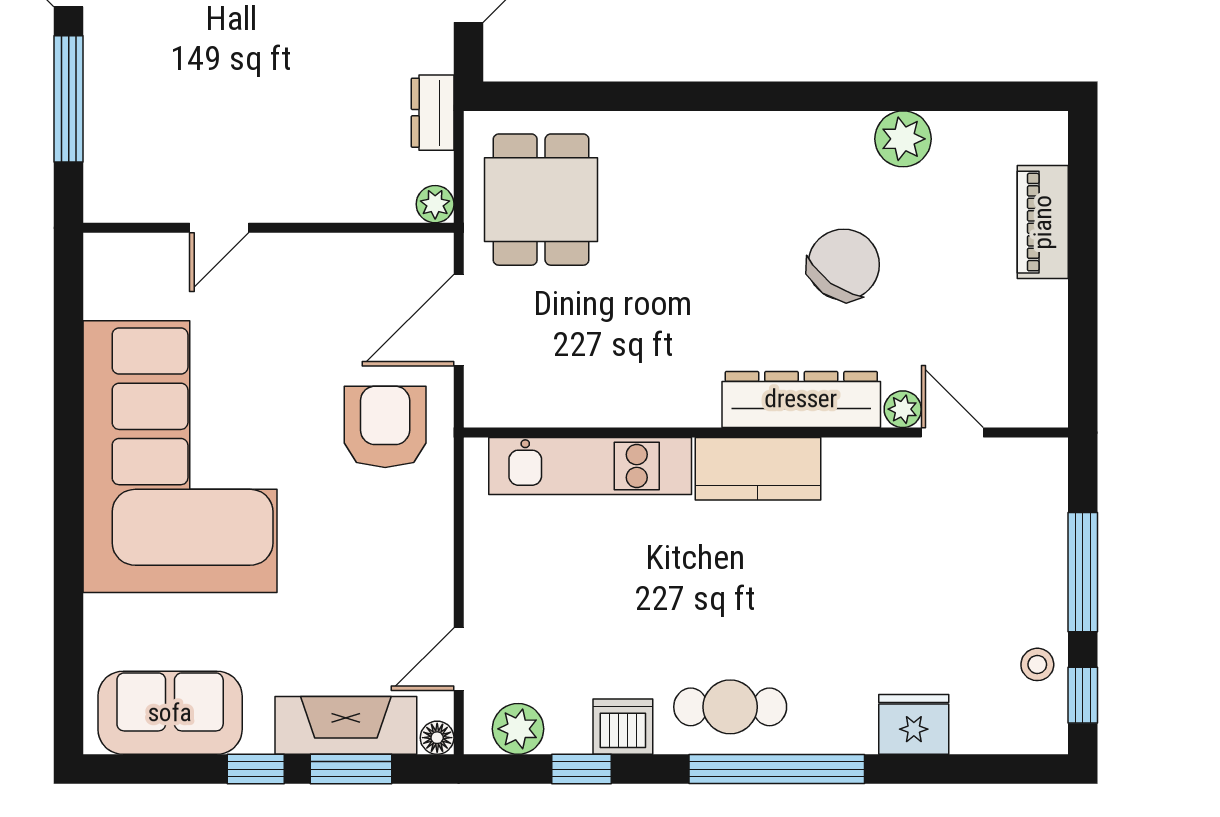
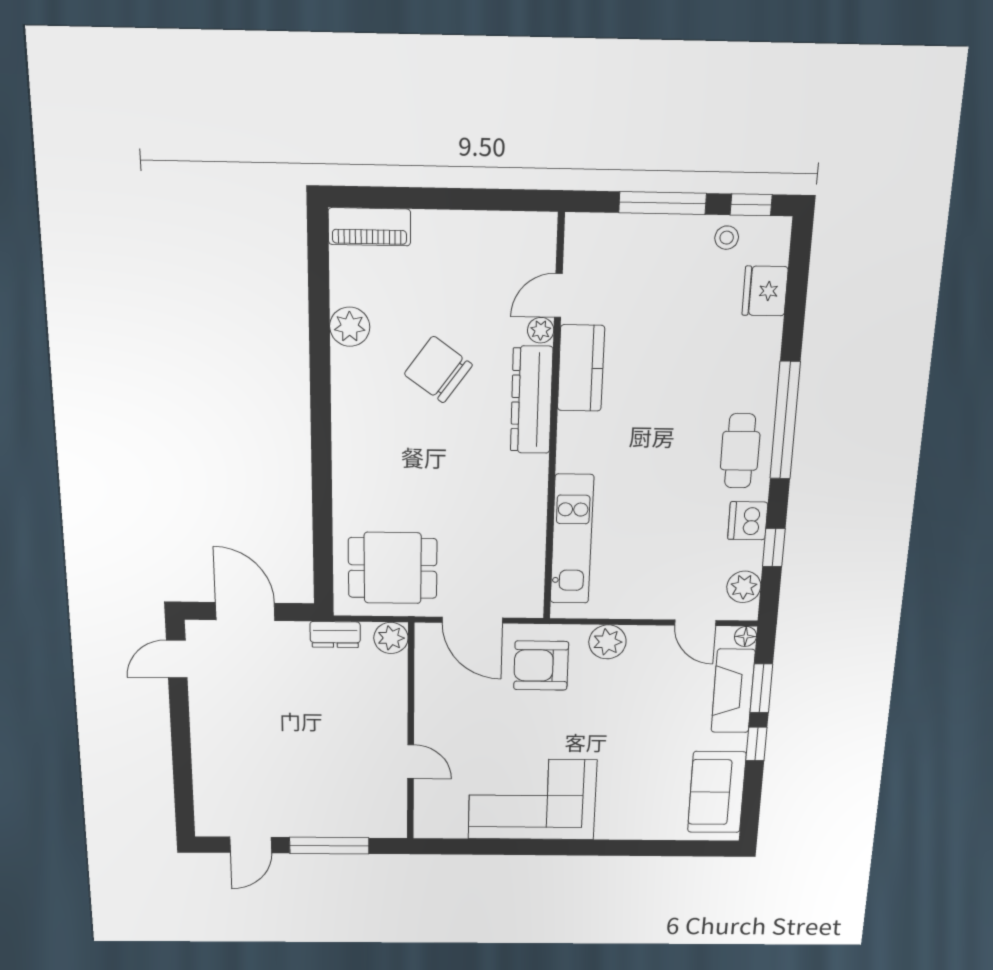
plant: (435, 204) -> (391, 638), width x1.38, depth x1.38
piano: (1043, 222) -> (369, 227), moved
corner sofa: (180, 457) -> (532, 799), width x0.73, depth x0.74
kitchen counter: (758, 469) -> (581, 368), moved
plant: (426, 527) -> (607, 642), added
fridge: (914, 724) -> (765, 291), moved

